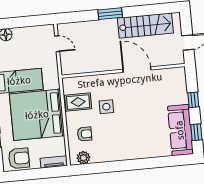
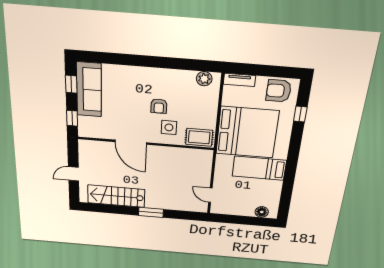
door: (137, 70) -> (131, 142), moved
wall: (123, 71) -> (146, 143), moved
armchair: (85, 134) -> (159, 106), moved, turned -90

